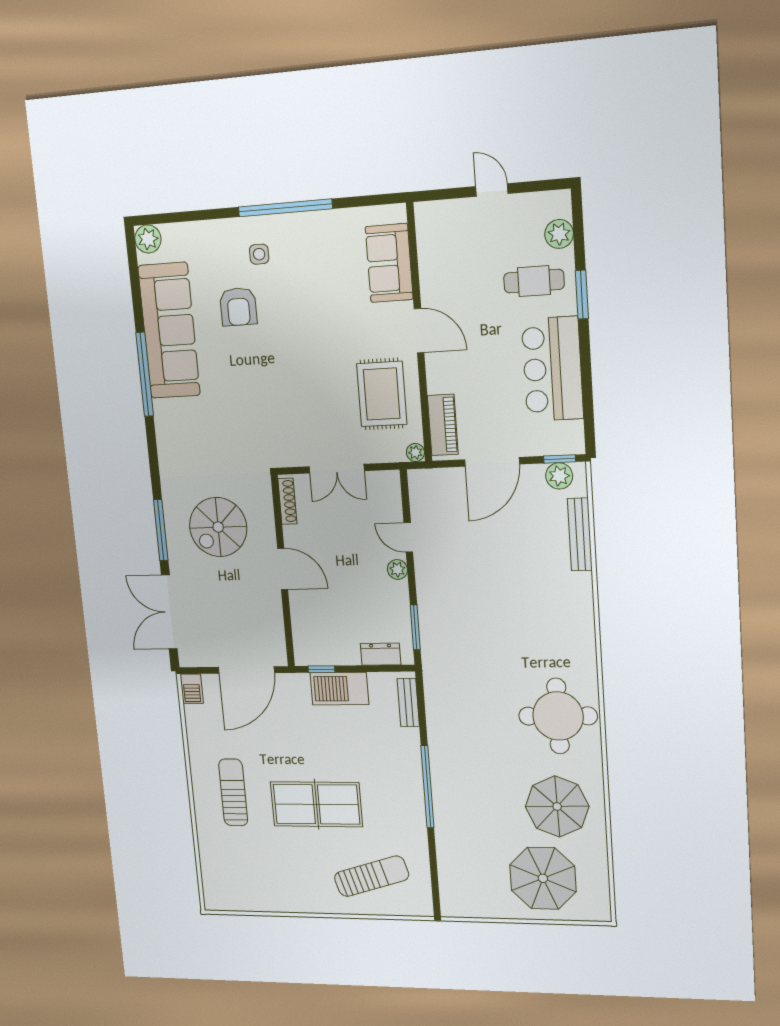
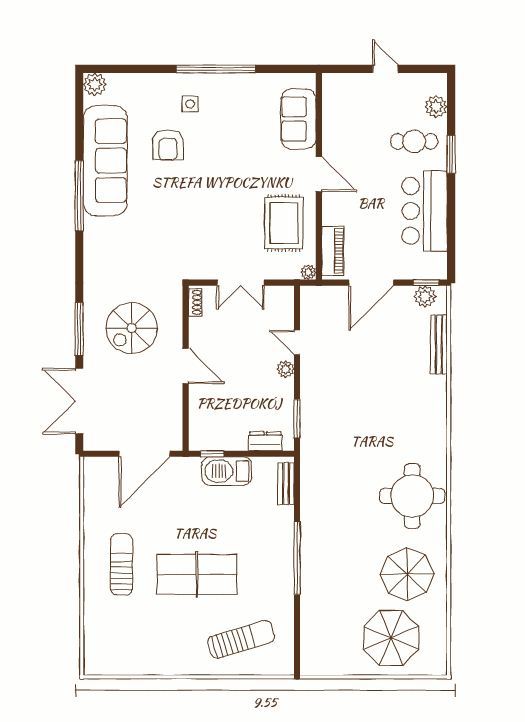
shoe rack: (287, 501) -> (195, 302), width x0.70
barbecue: (192, 689) -> (93, 470), removed

